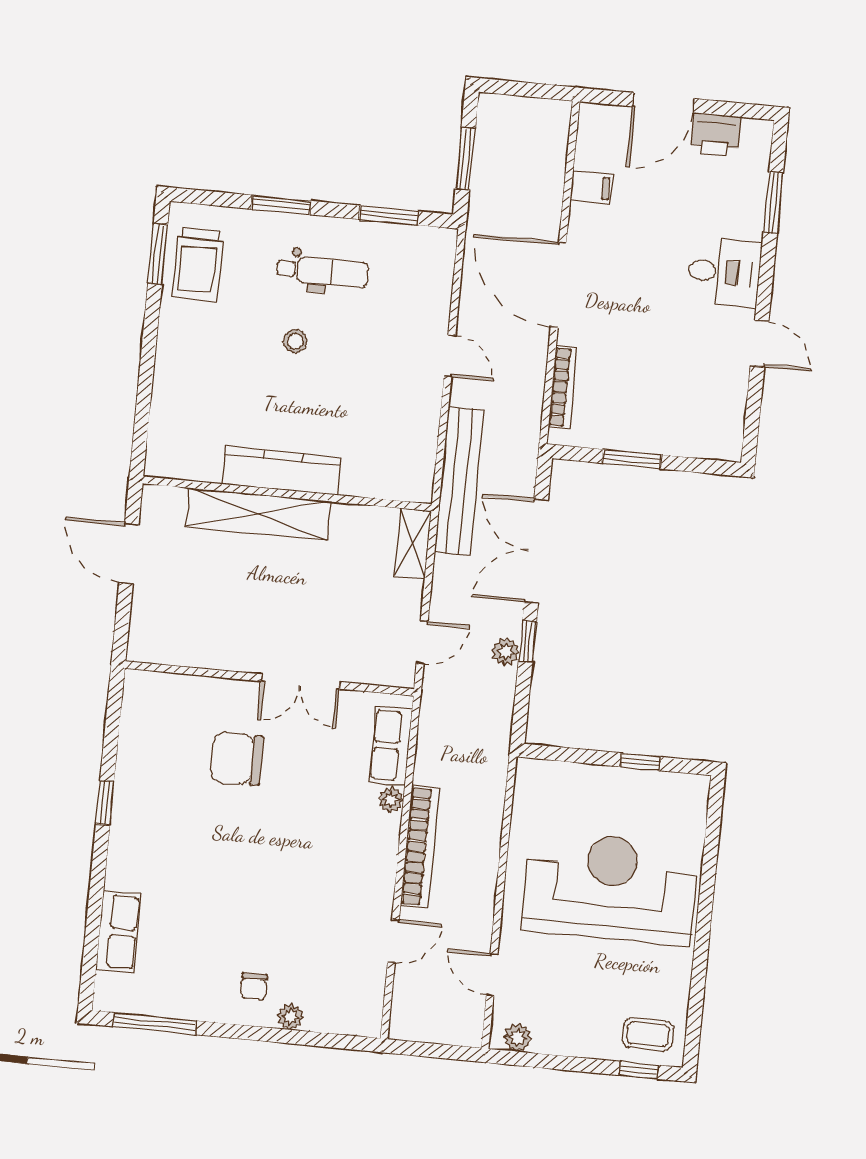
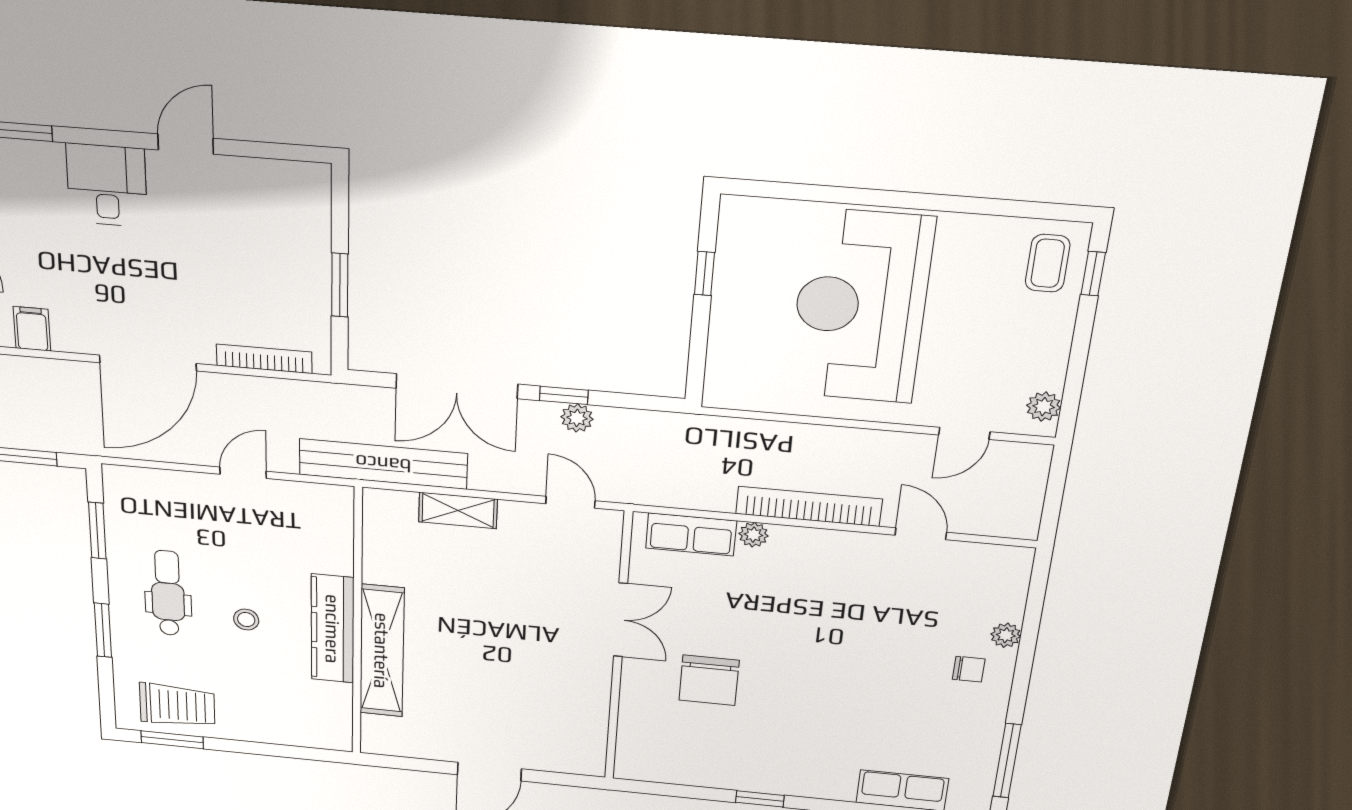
kitchen counter: (282, 470) -> (333, 629), moved
wall: (287, 494) -> (357, 624), moved
shelving: (258, 514) -> (382, 651), moved

